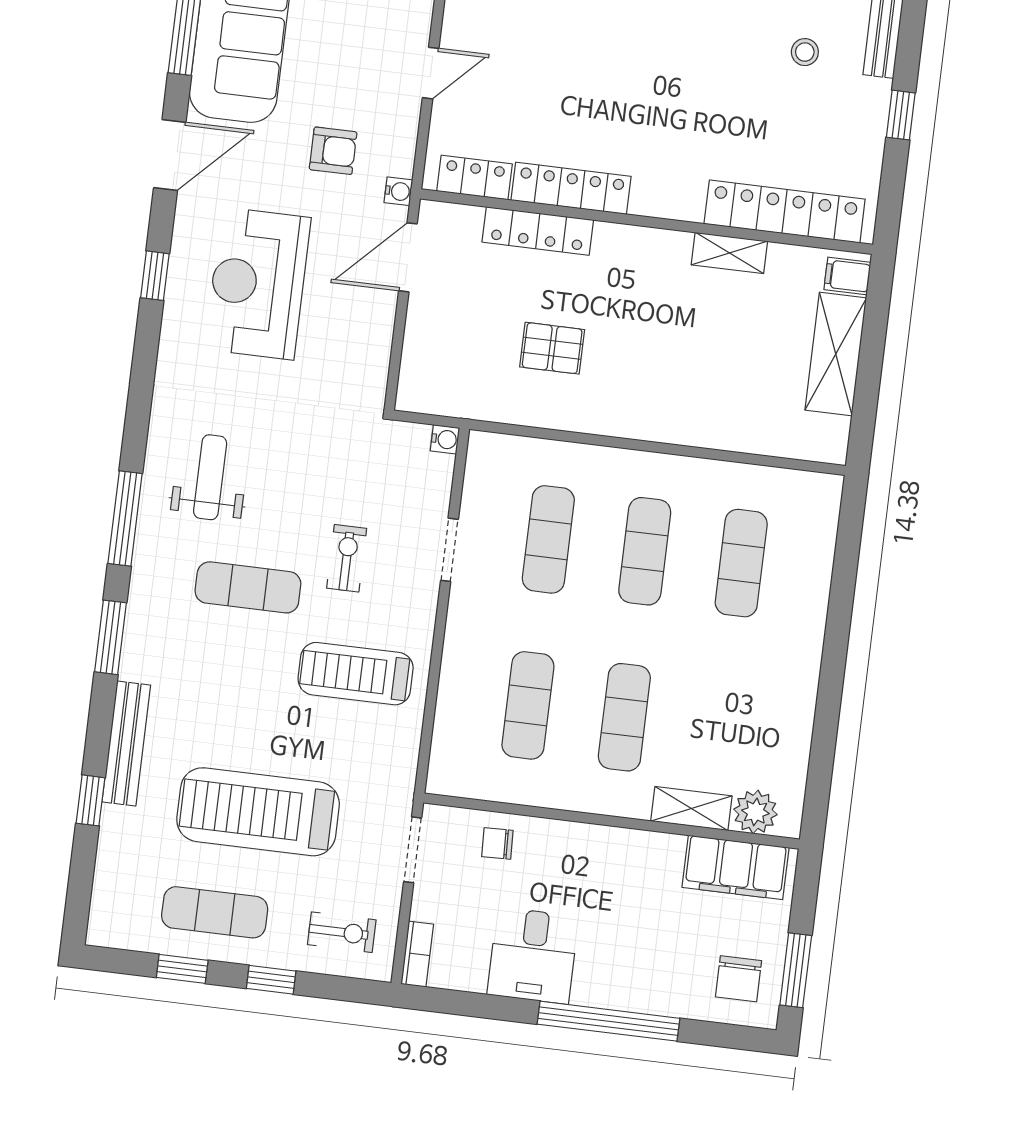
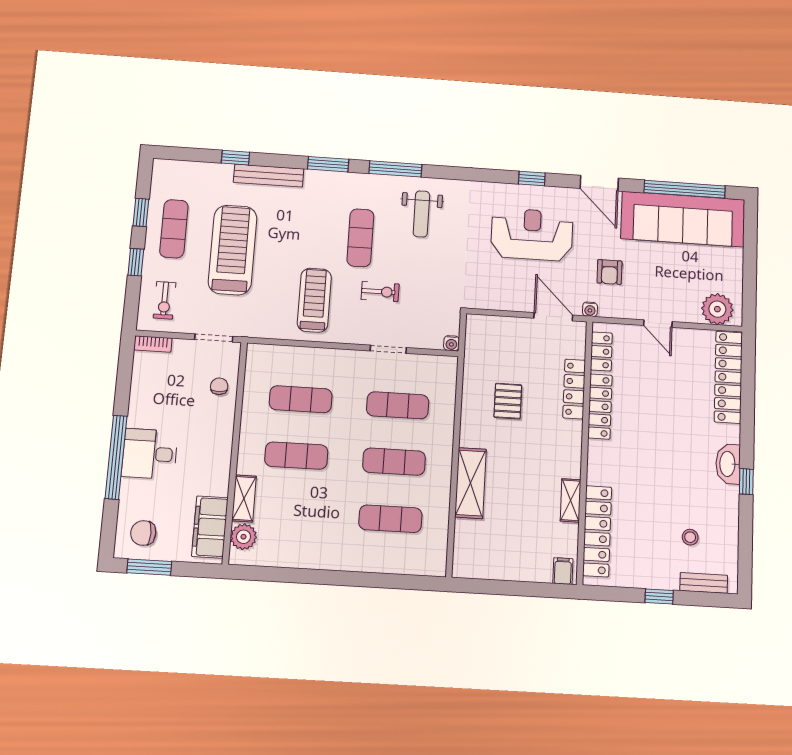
shelving: (836, 354) -> (470, 483), moved, turned 90
weight bench: (210, 477) -> (421, 214), turned 90
desk: (533, 956) -> (150, 454), moved

